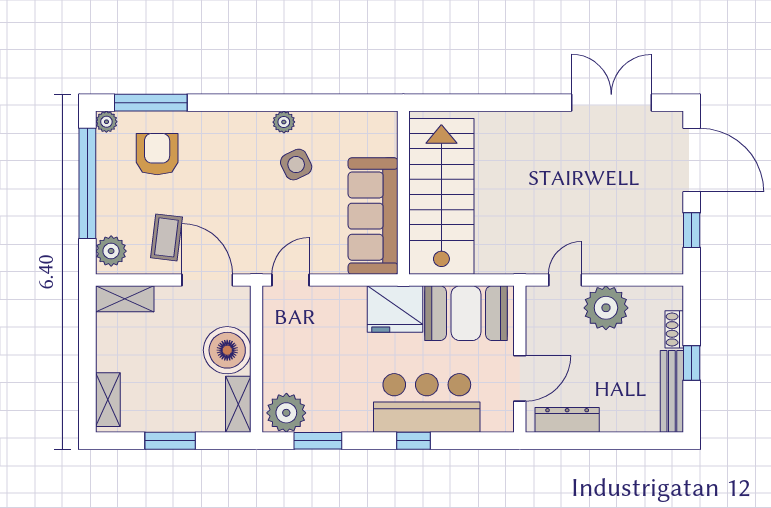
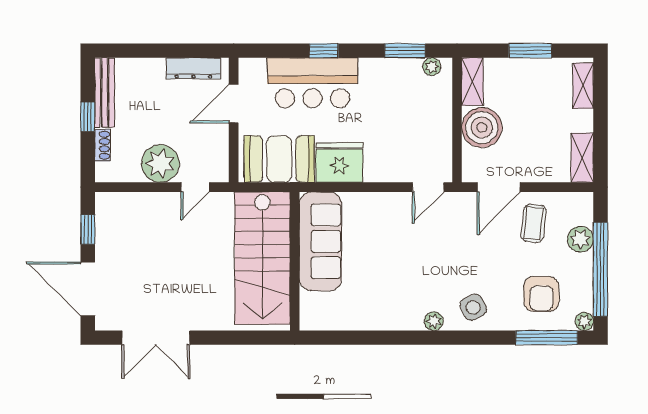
side table: (296, 165) -> (473, 307), moved
wall: (403, 193) -> (295, 261), moved
stairs: (441, 196) -> (262, 258), moved
sofa: (373, 216) -> (320, 241), moved
plant: (111, 251) -> (580, 239), moved
door: (207, 280) -> (499, 187), hinge flipped
shelving: (125, 299) -> (582, 158), moved, turned 90
plant: (286, 413) -> (432, 67), width x0.53, depth x0.53

